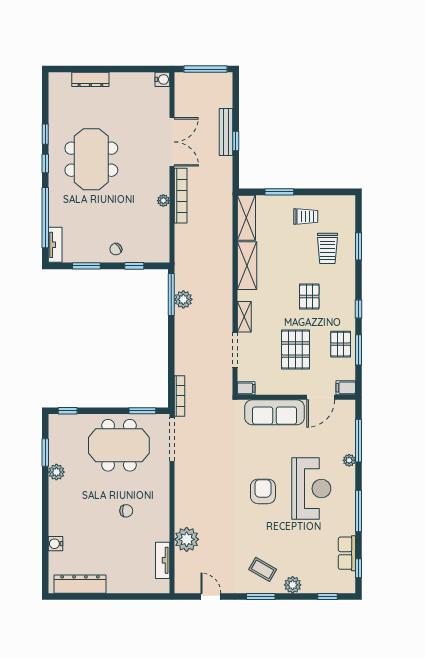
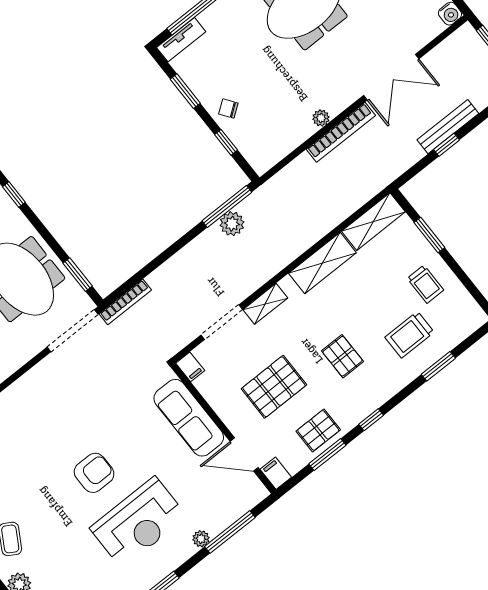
pallet: (309, 297) -> (342, 356), turned 90

